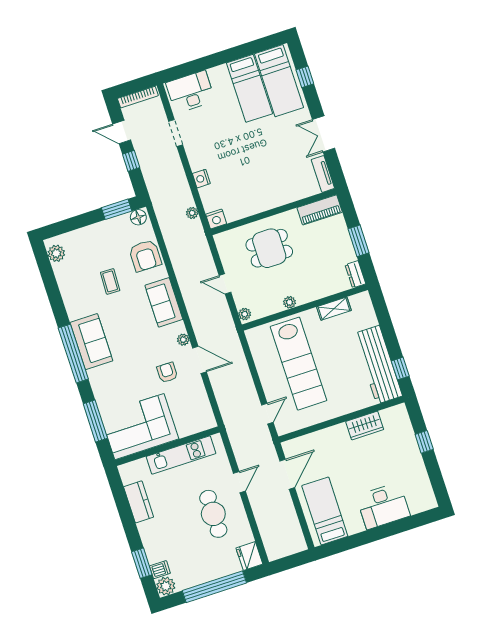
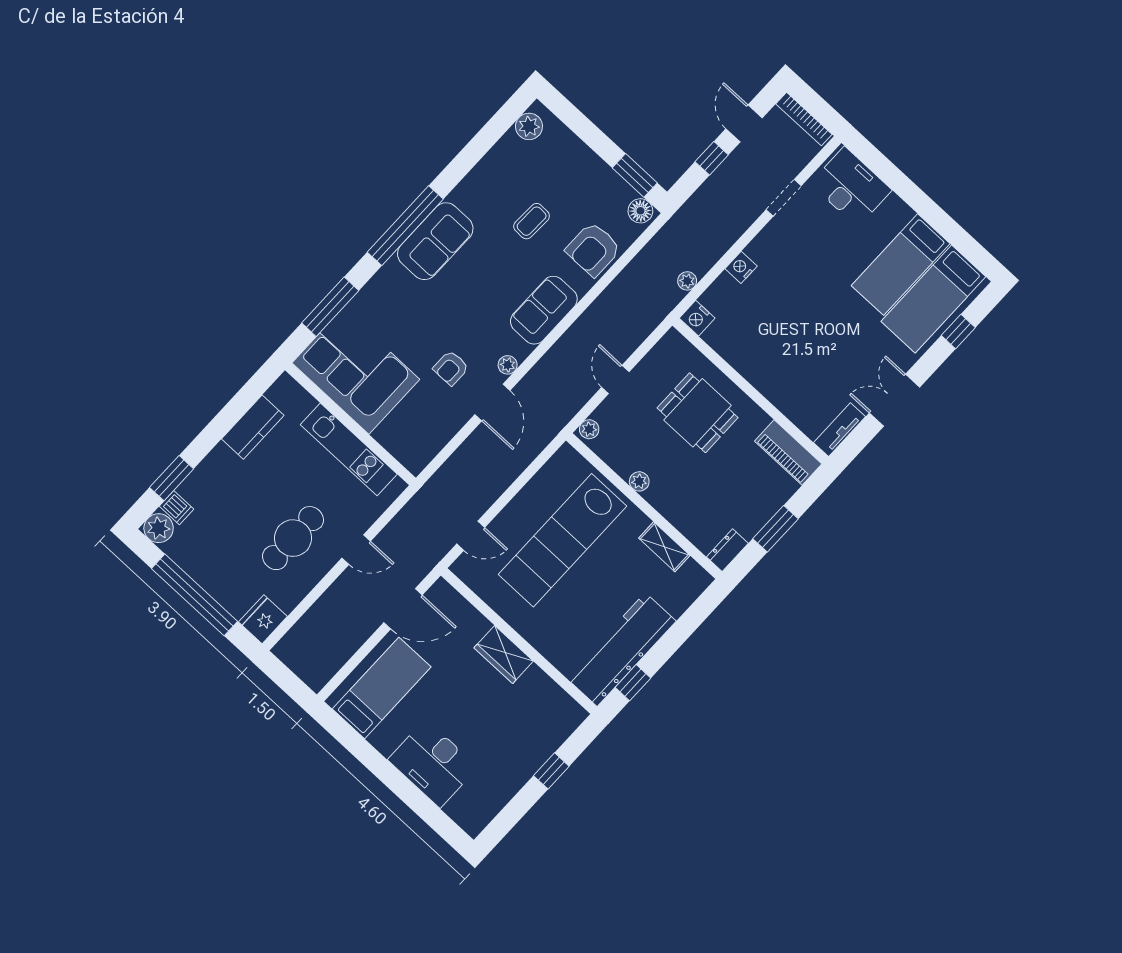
armchair: (167, 372) -> (451, 368), turned 180
wardrobe: (365, 425) -> (504, 654), moved

